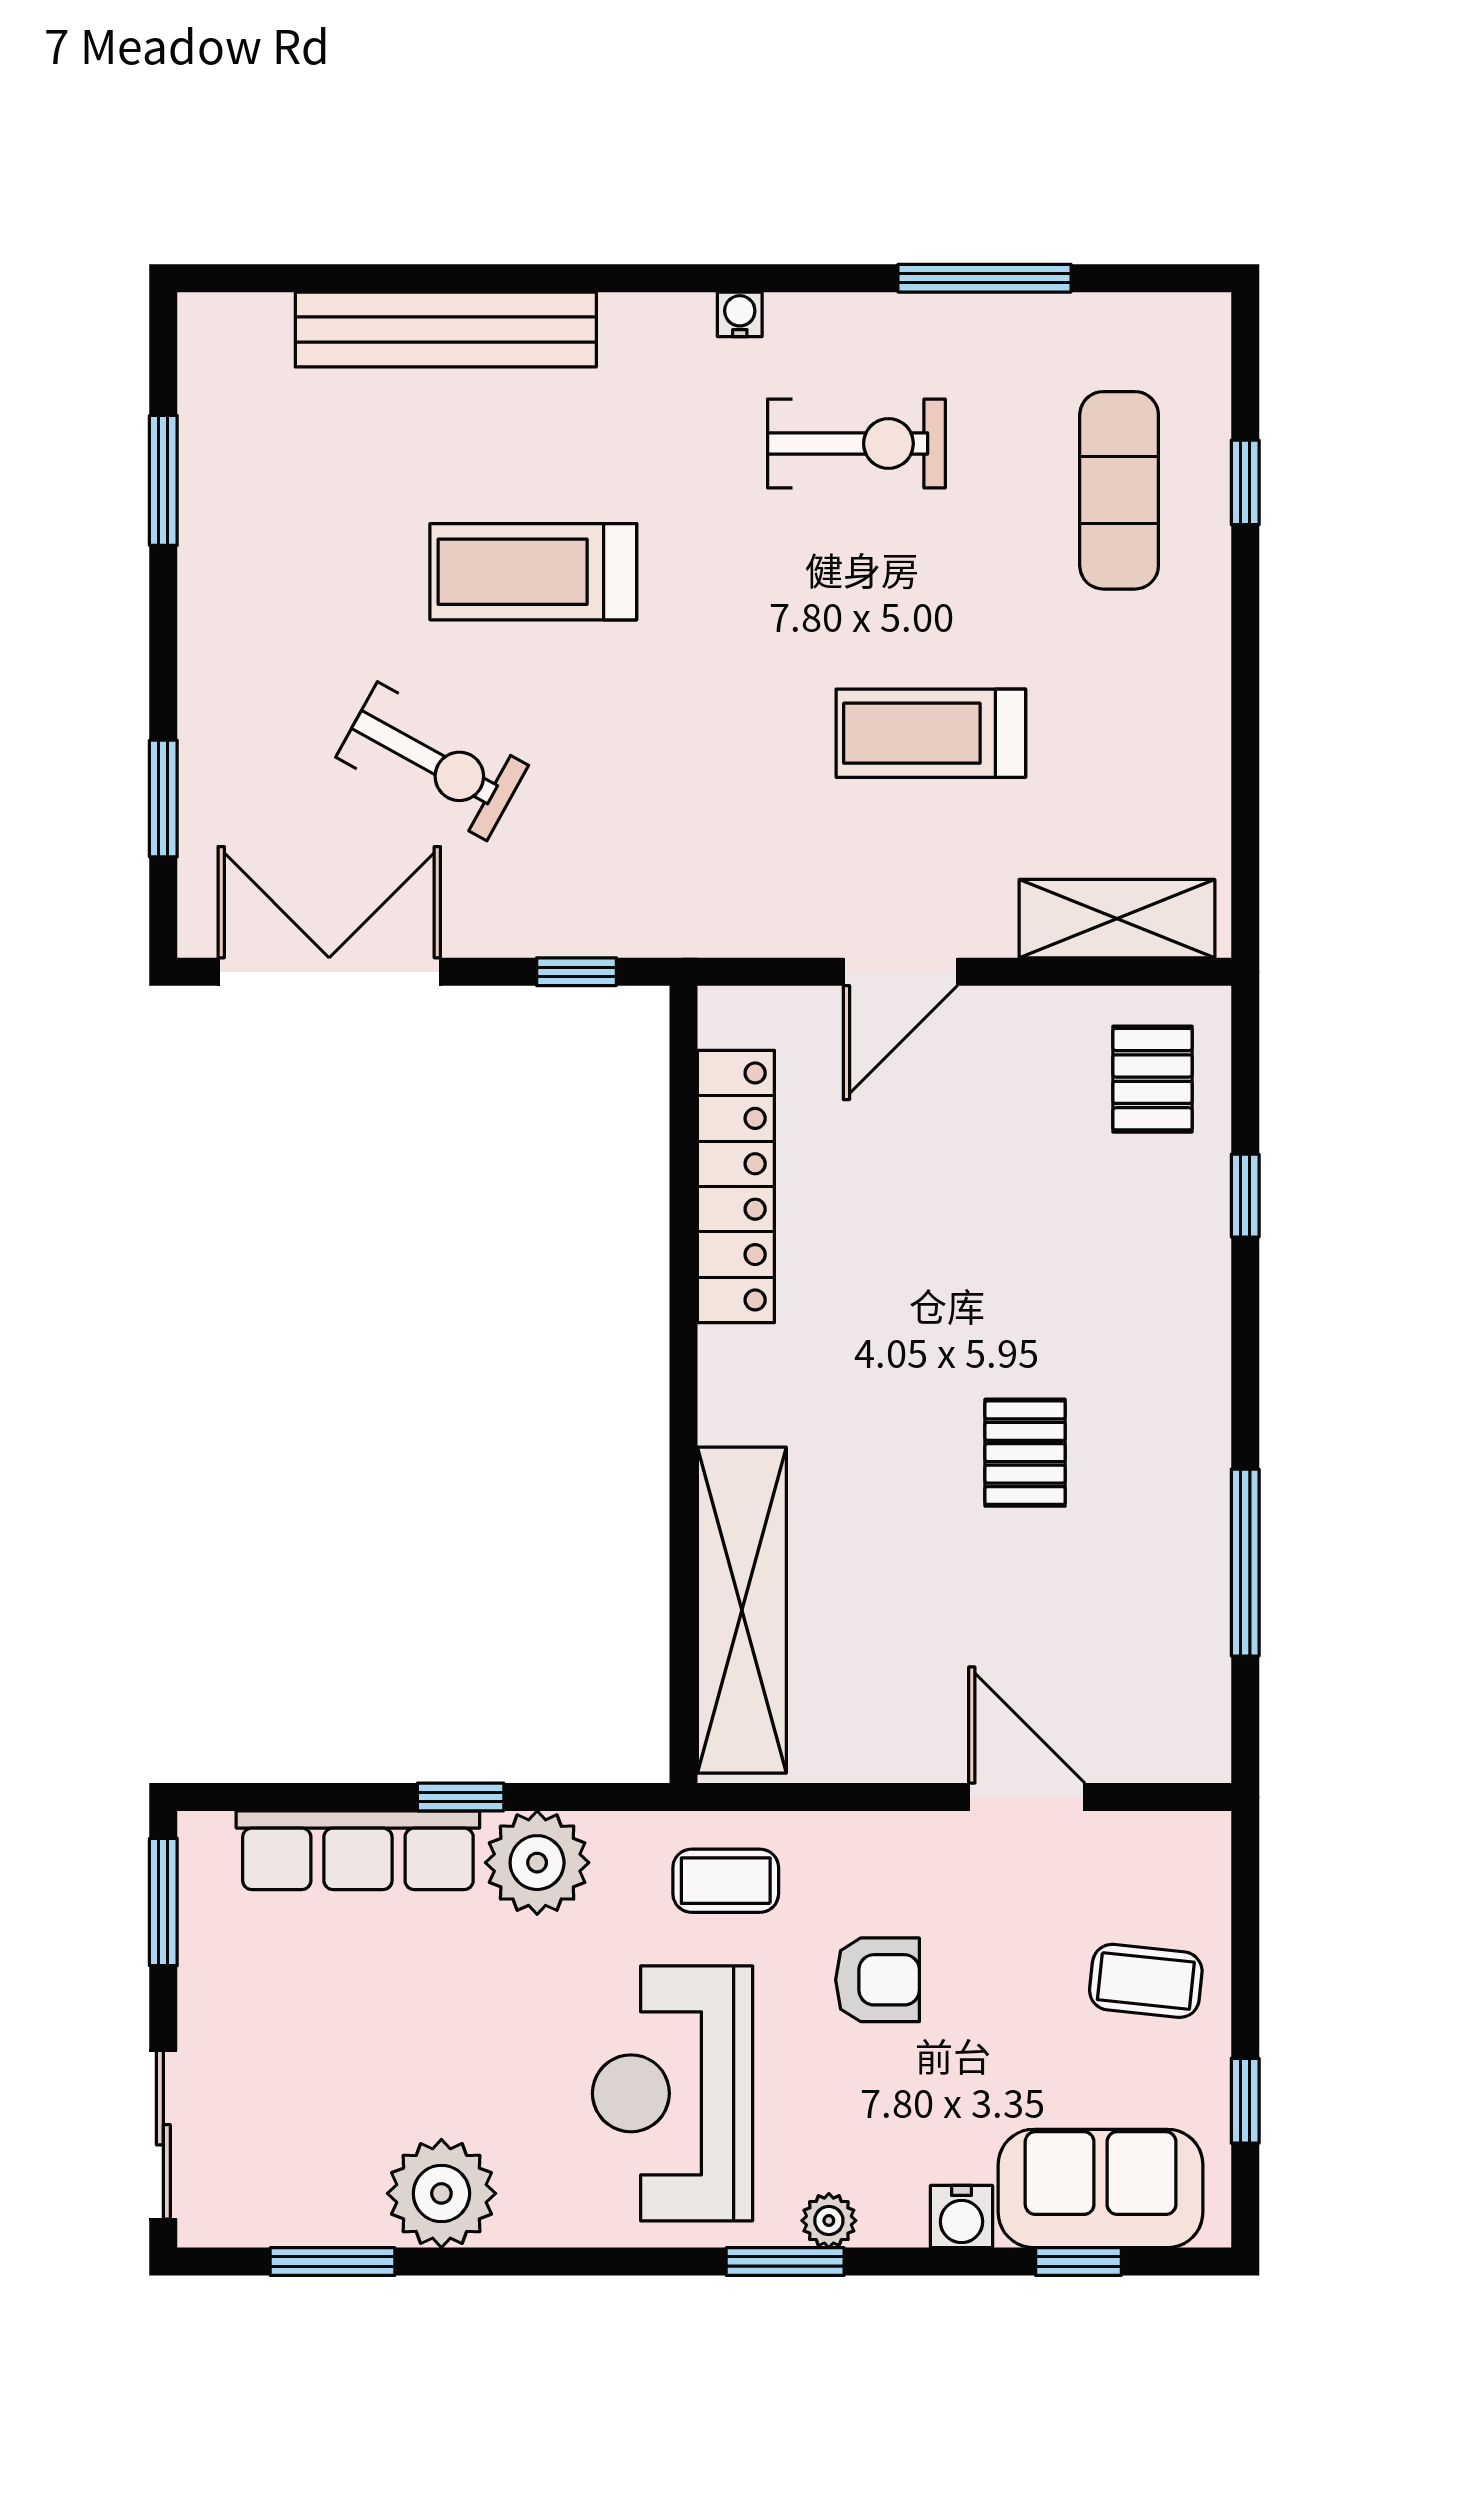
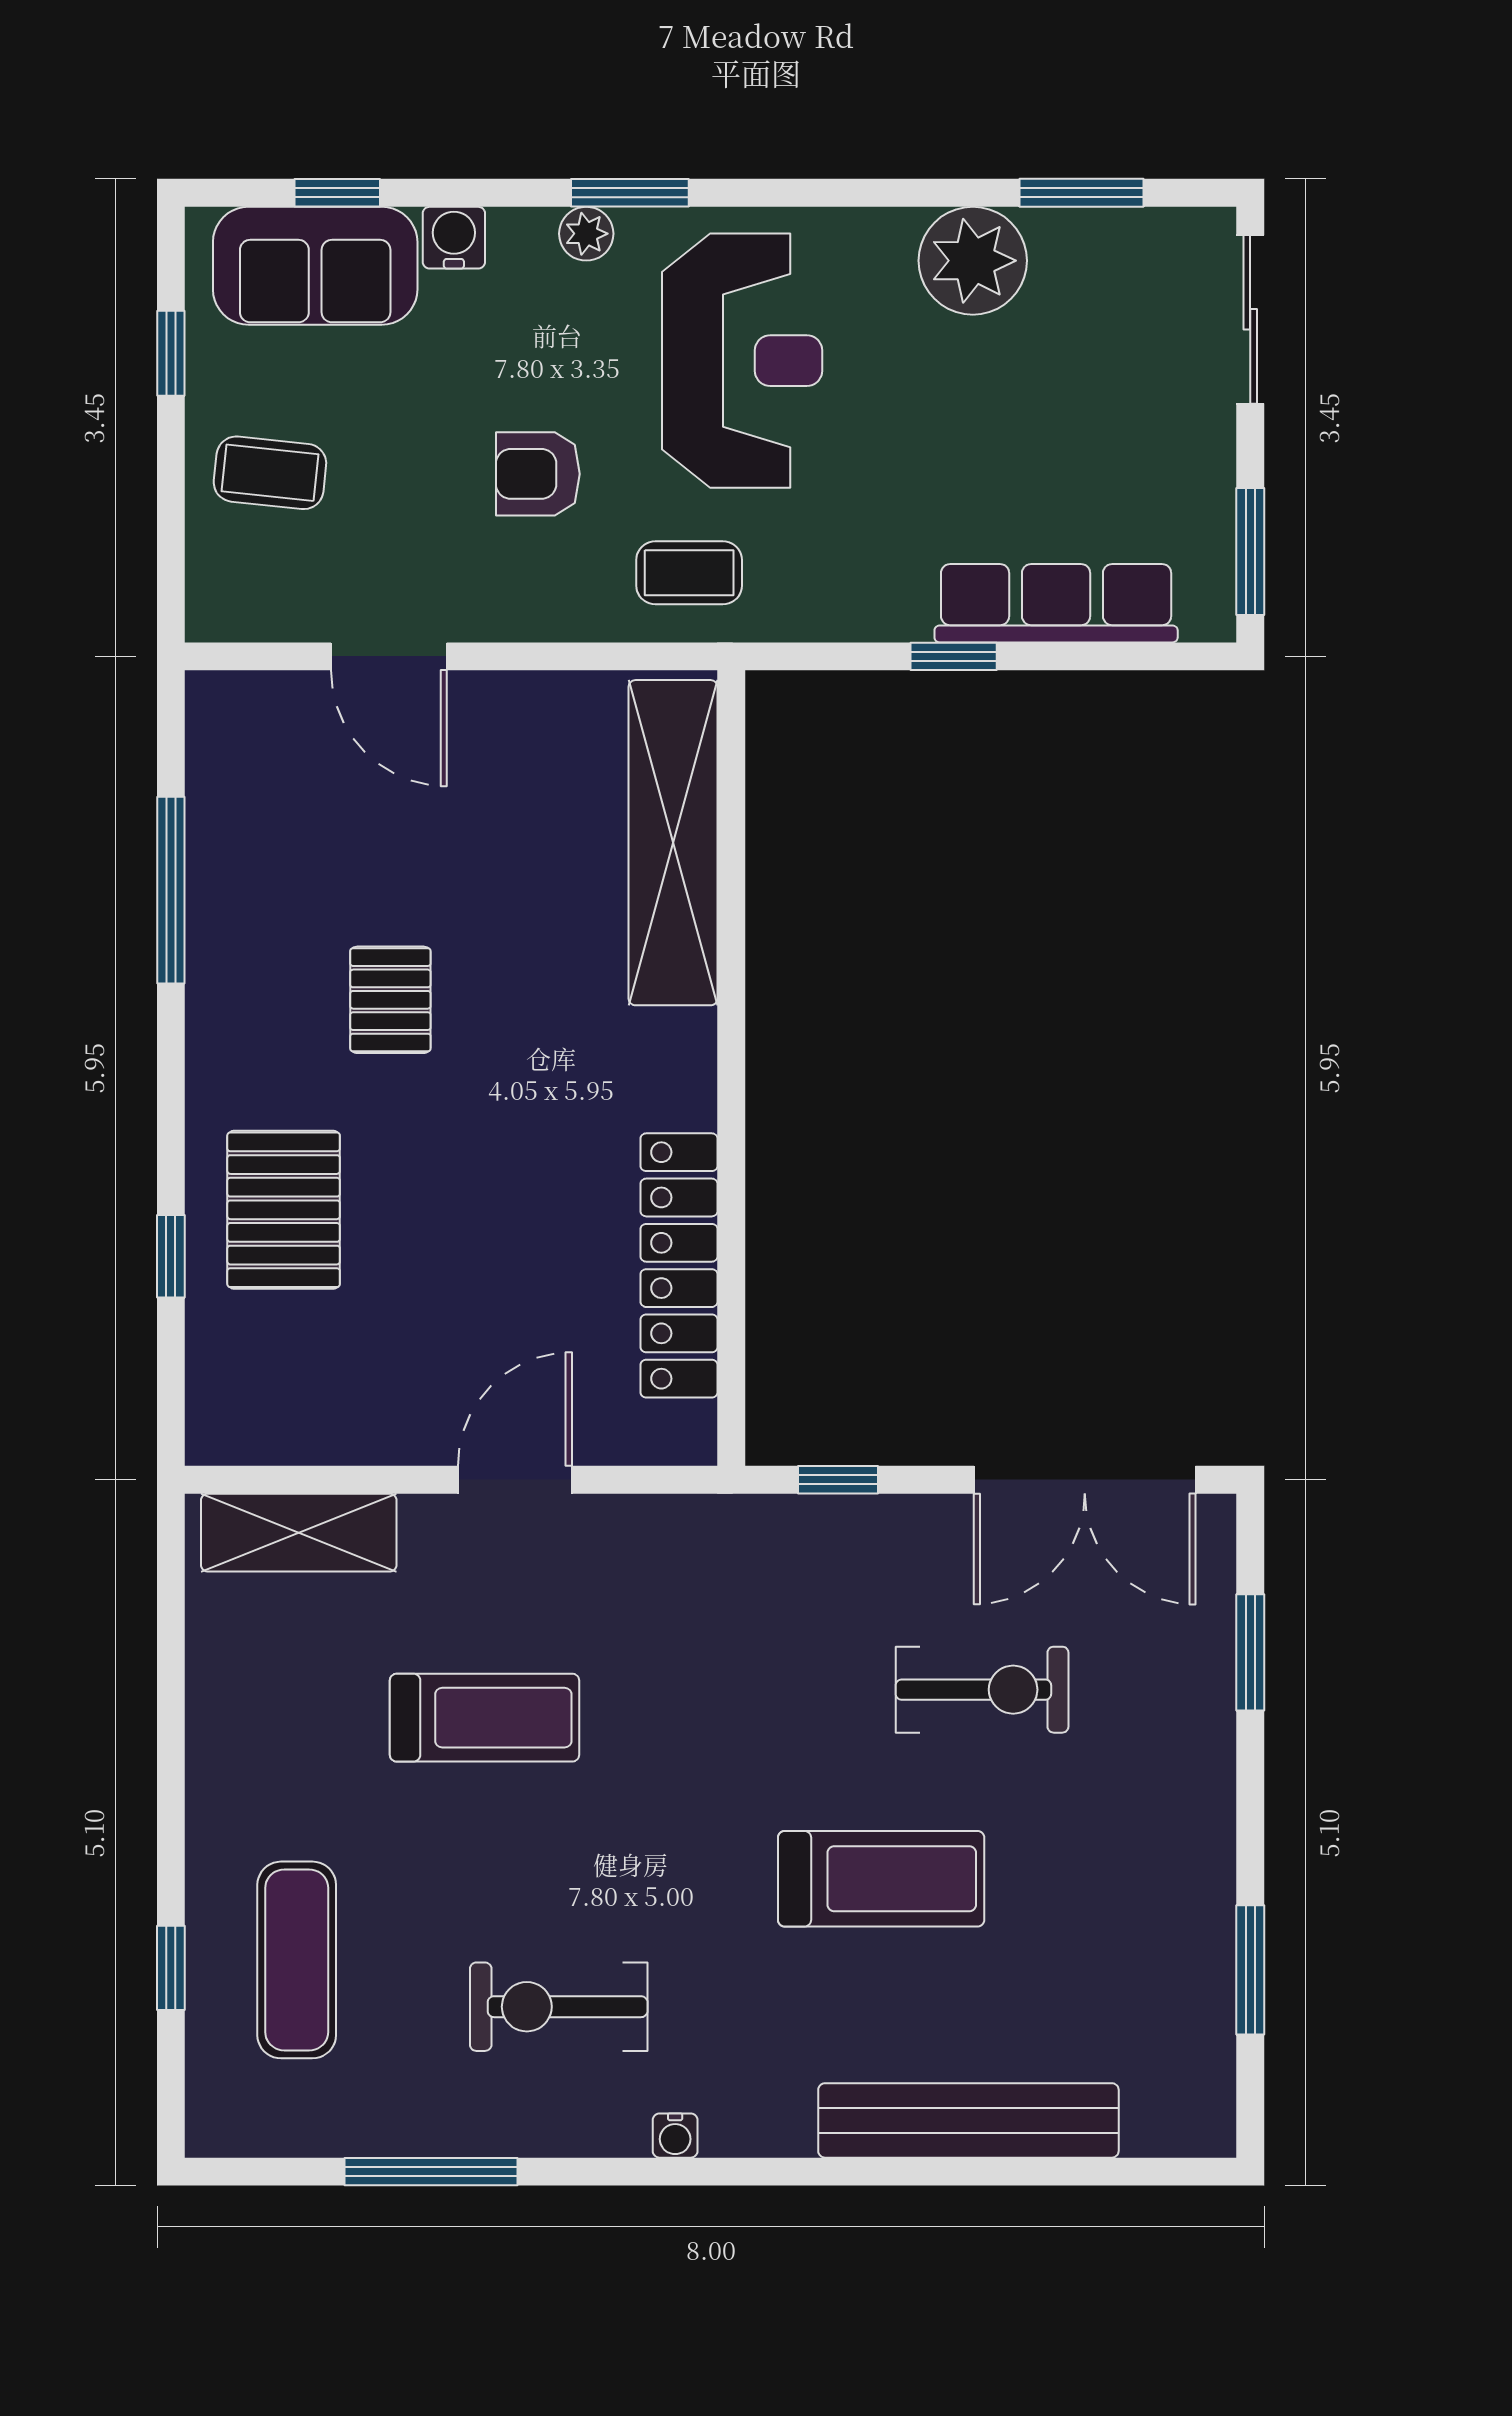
exercise bike: (432, 761) -> (982, 1690), turned 151
pallet: (1152, 1079) -> (284, 1210), moved, width x1.50, depth x1.42
plant: (537, 1863) -> (877, 591), removed

